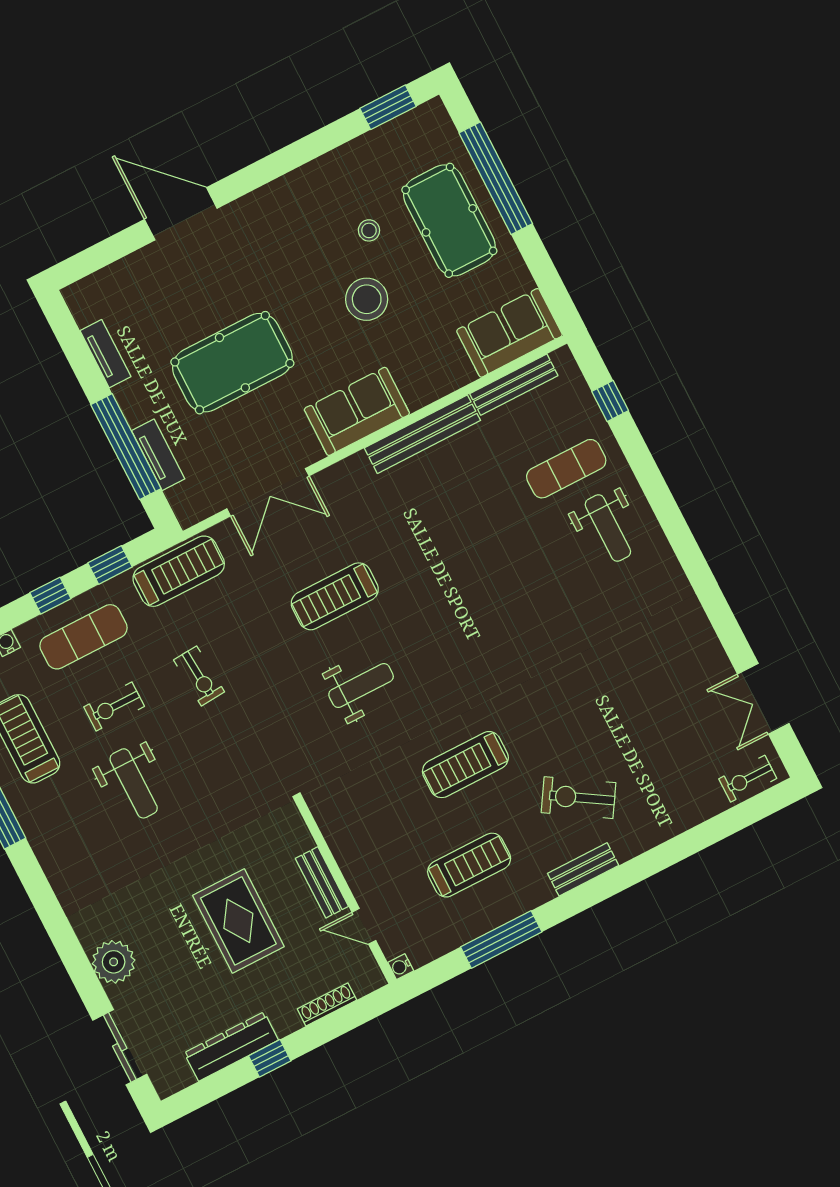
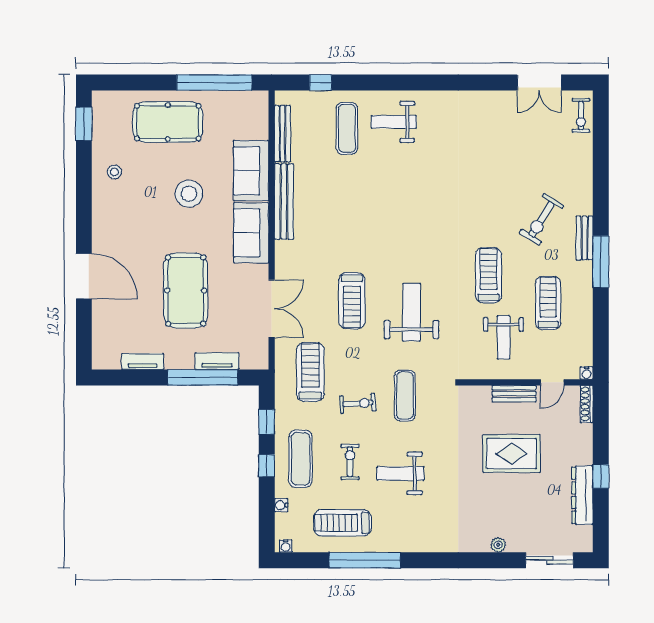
window: (496, 178) -> (214, 83), moved
door: (181, 214) -> (84, 276), swing flipped
stool: (369, 230) -> (114, 172), moved
sofa: (509, 333) -> (251, 171), moved
weight bench: (608, 528) -> (394, 122), turned 180
treadmill: (179, 571) -> (310, 372), moved
weight bench: (361, 685) -> (412, 312), width x1.36, depth x1.33
exercise bike: (114, 707) -> (350, 462), turned 180
exercise mat: (243, 735) -> (405, 396), added
treadmill: (465, 765) -> (489, 275), turned 180
weight bench: (134, 783) -> (401, 473), turned 180
weight bench: (391, 829) -> (504, 337), added
window: (501, 939) -> (601, 262), moved
plant: (114, 962) -> (498, 545), width x0.53, depth x0.53
shoe rack: (327, 1005) -> (587, 404), moved

